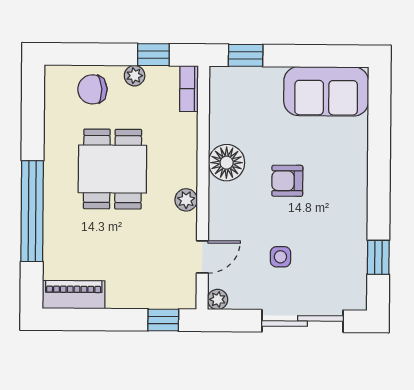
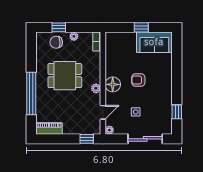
window: (153, 55) -> (59, 27), moved
window: (246, 55) -> (141, 27), moved
floor lamp: (227, 163) -> (113, 84), moved
dining table: (112, 169) -> (65, 76), turned 90

